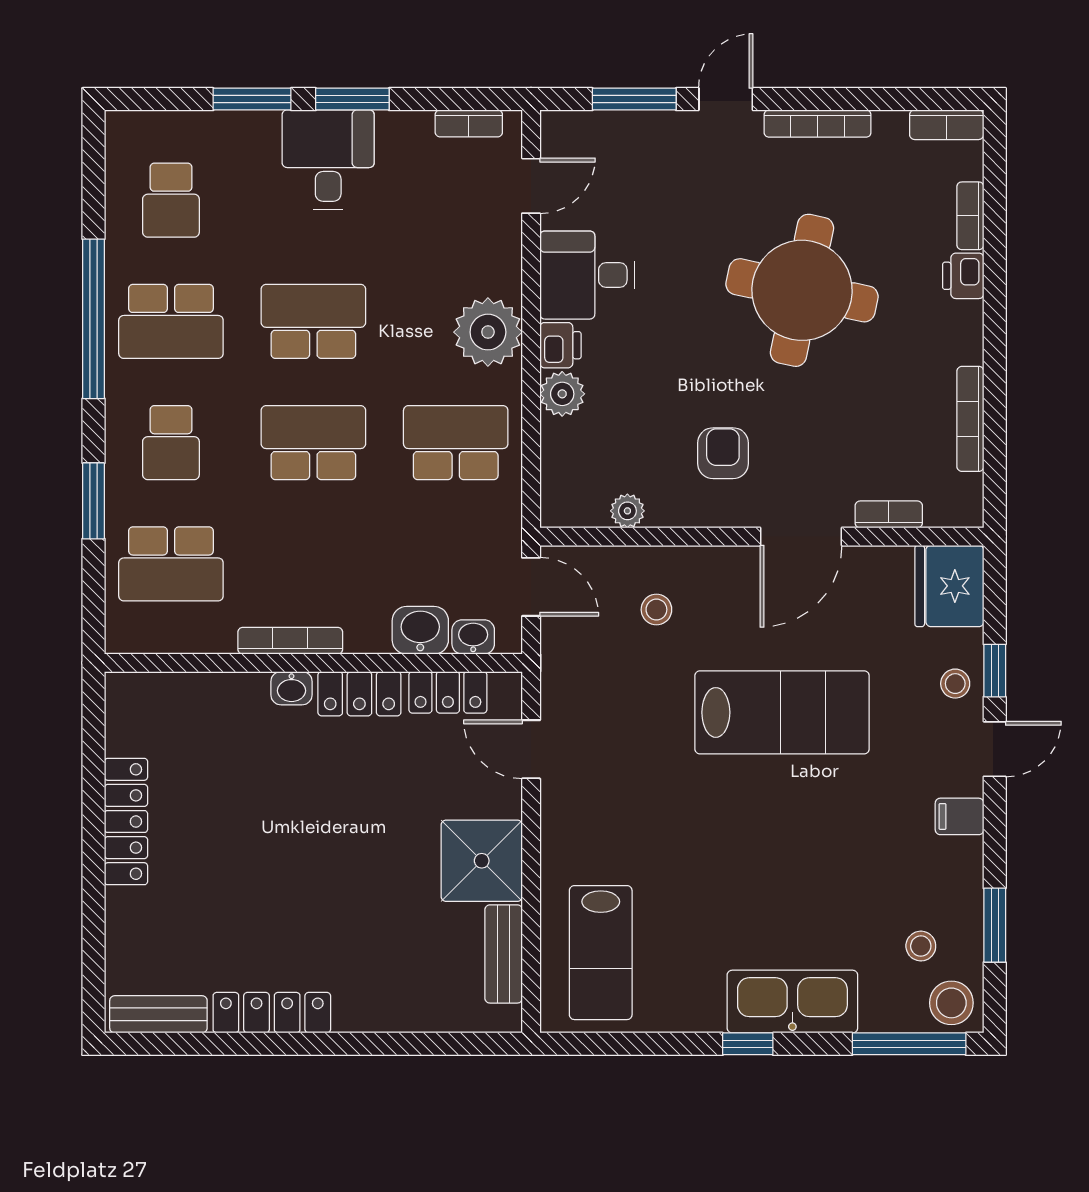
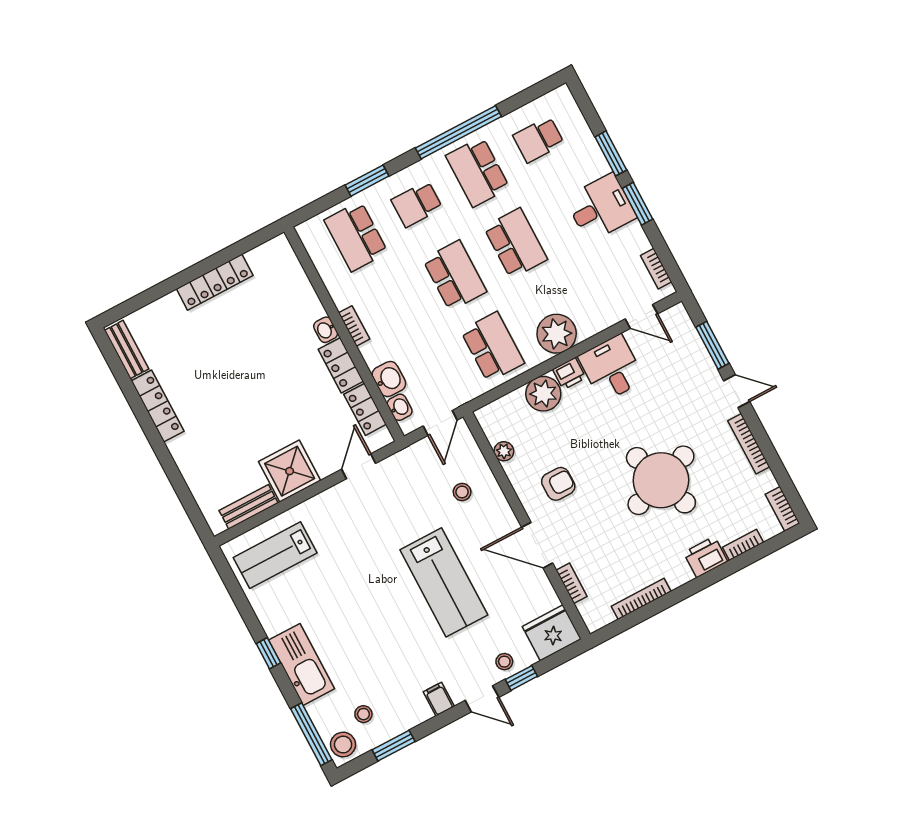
printer: (963, 276) -> (706, 557), width x1.36, depth x1.24
round table: (802, 290) -> (661, 480), turned -31
plant: (562, 394) -> (543, 394), width x1.36, depth x1.36
bookcase: (290, 641) -> (354, 326), width x0.64

